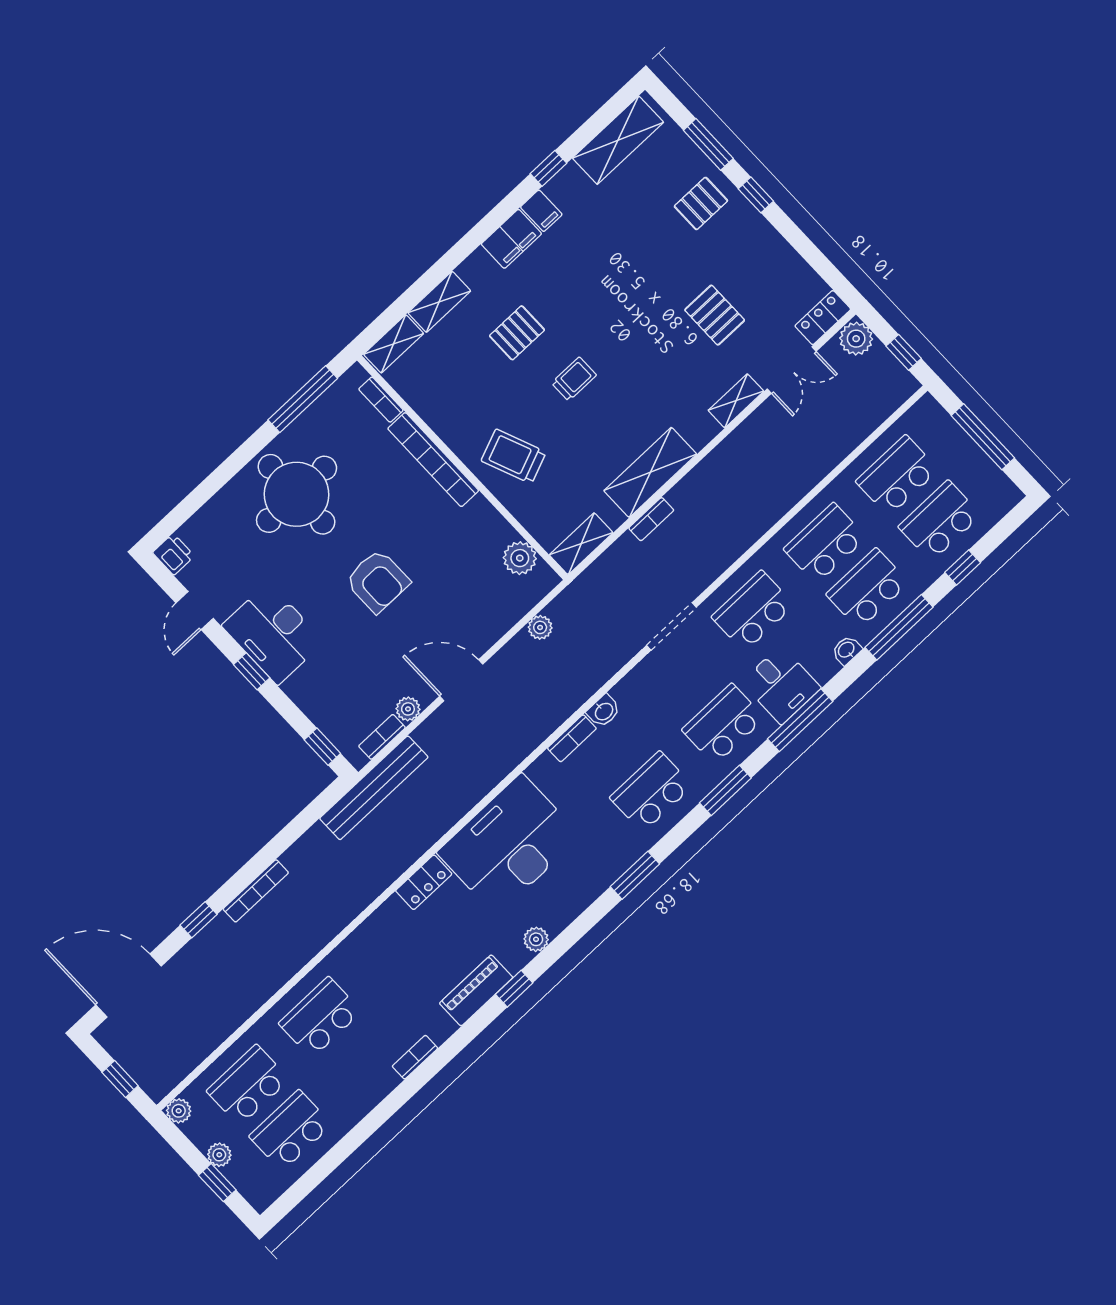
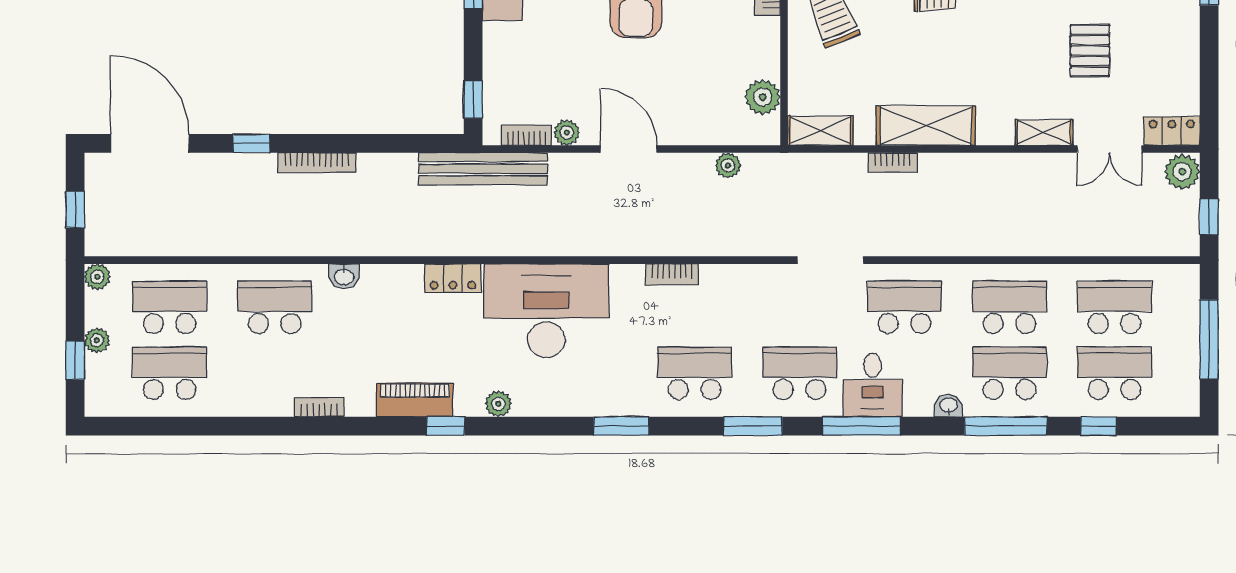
washbasin: (604, 711) -> (344, 276), moved

